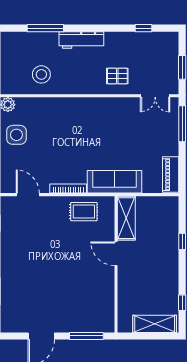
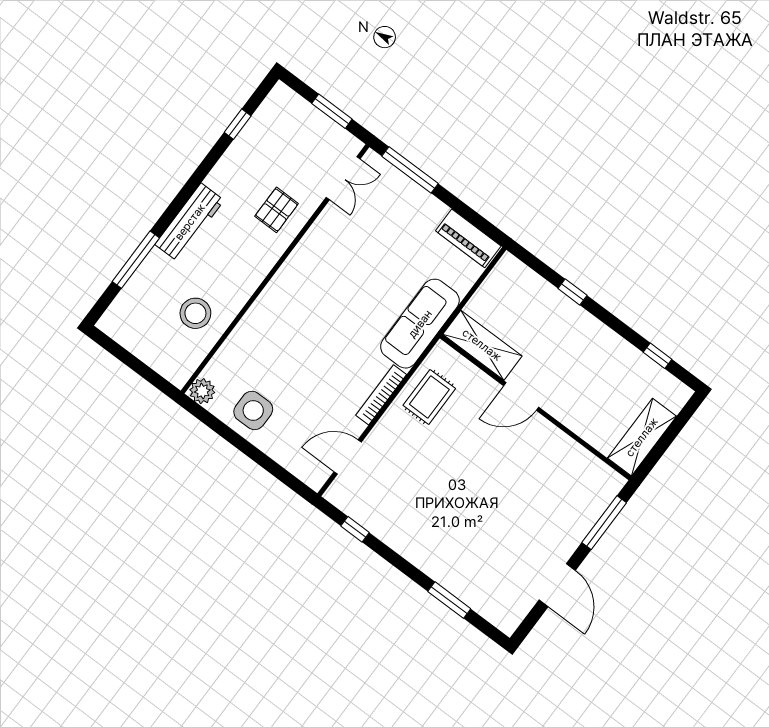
shelving: (155, 324) -> (642, 437), moved

